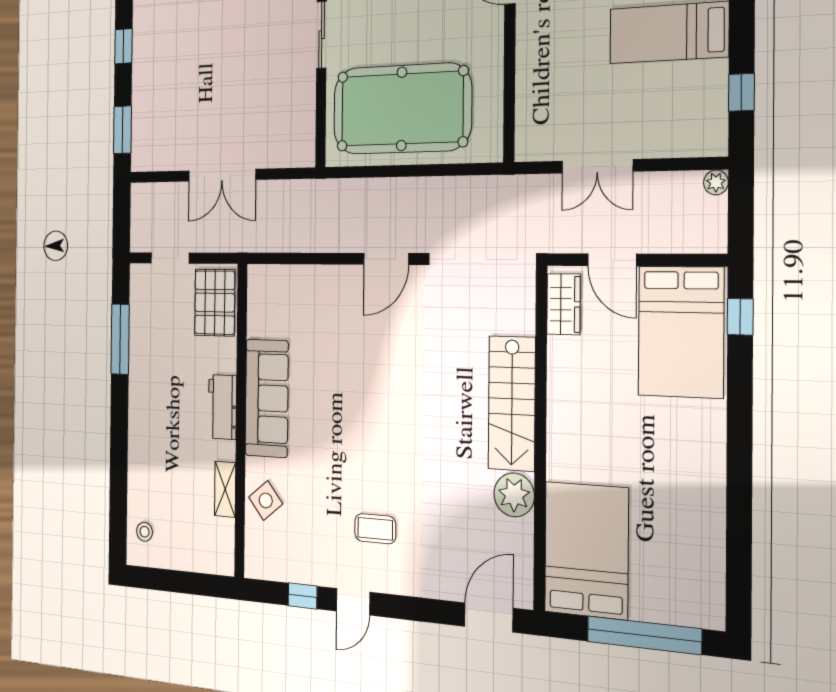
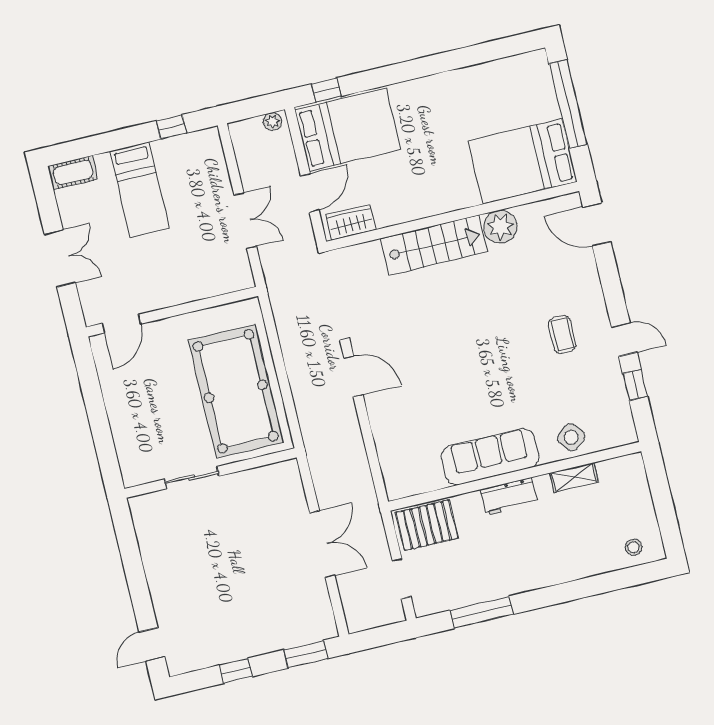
plant: (716, 182) -> (273, 121), moved

